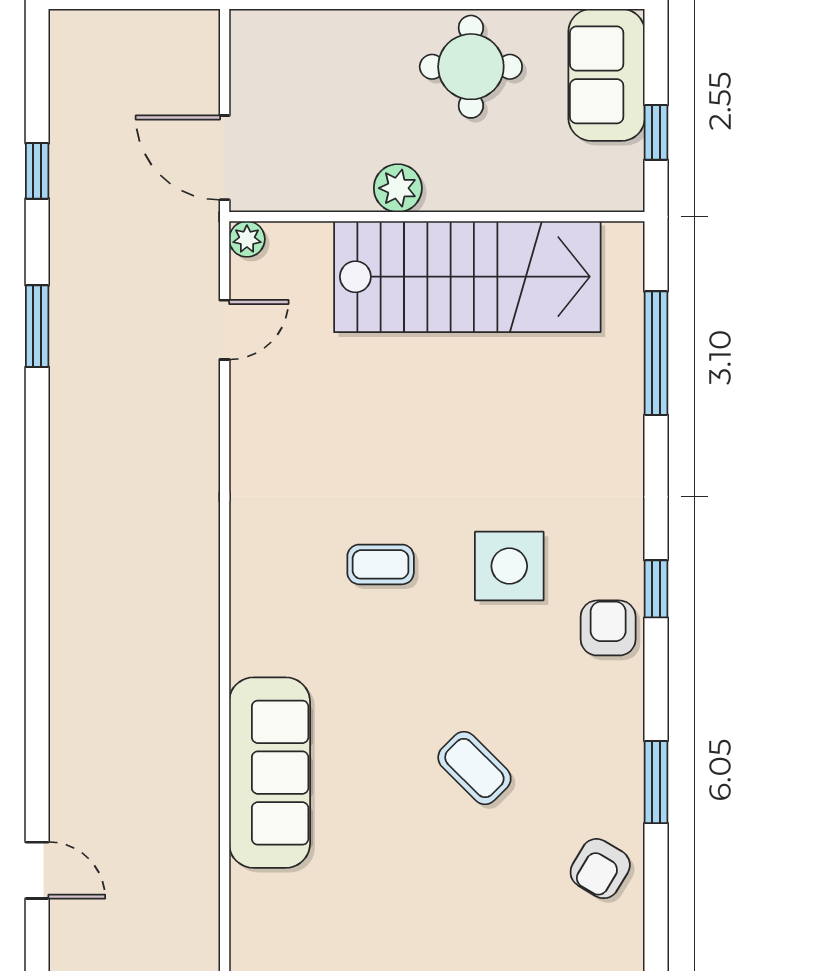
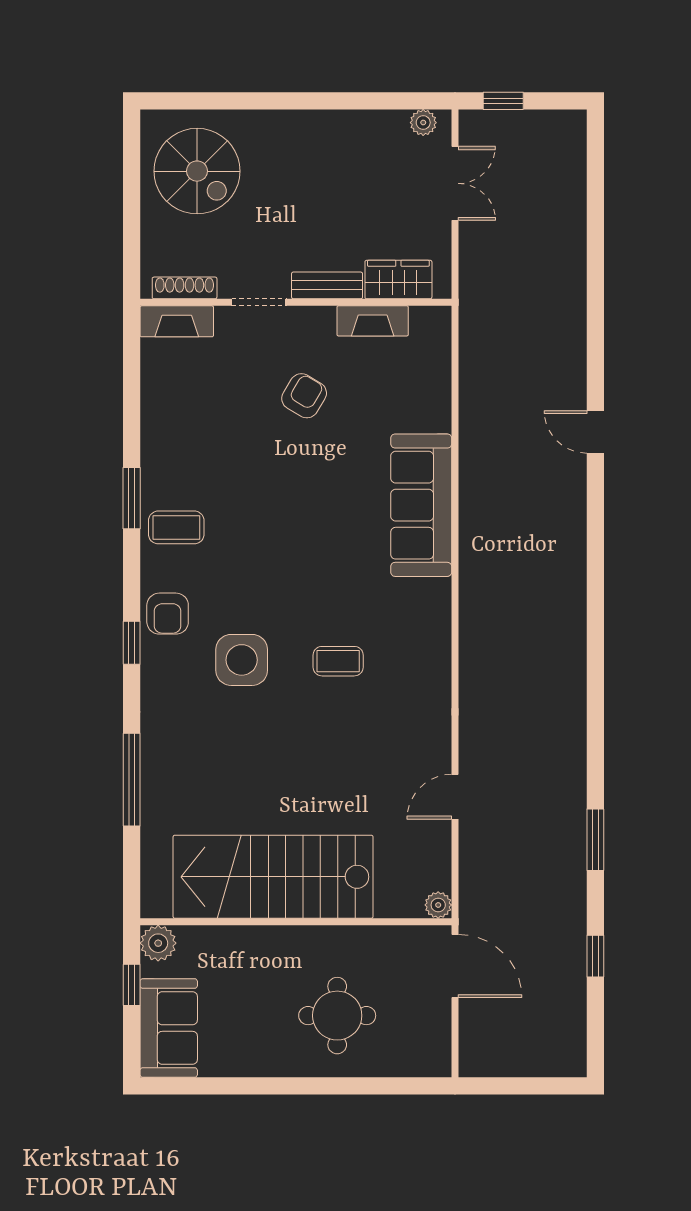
round table: (471, 67) -> (337, 1016), moved
plant: (398, 188) -> (158, 943), moved
door: (225, 330) -> (455, 797), moved
window: (656, 353) -> (132, 780), moved
coffee table: (474, 768) -> (176, 527), moved, turned -45
armchair: (600, 869) -> (304, 396), moved

